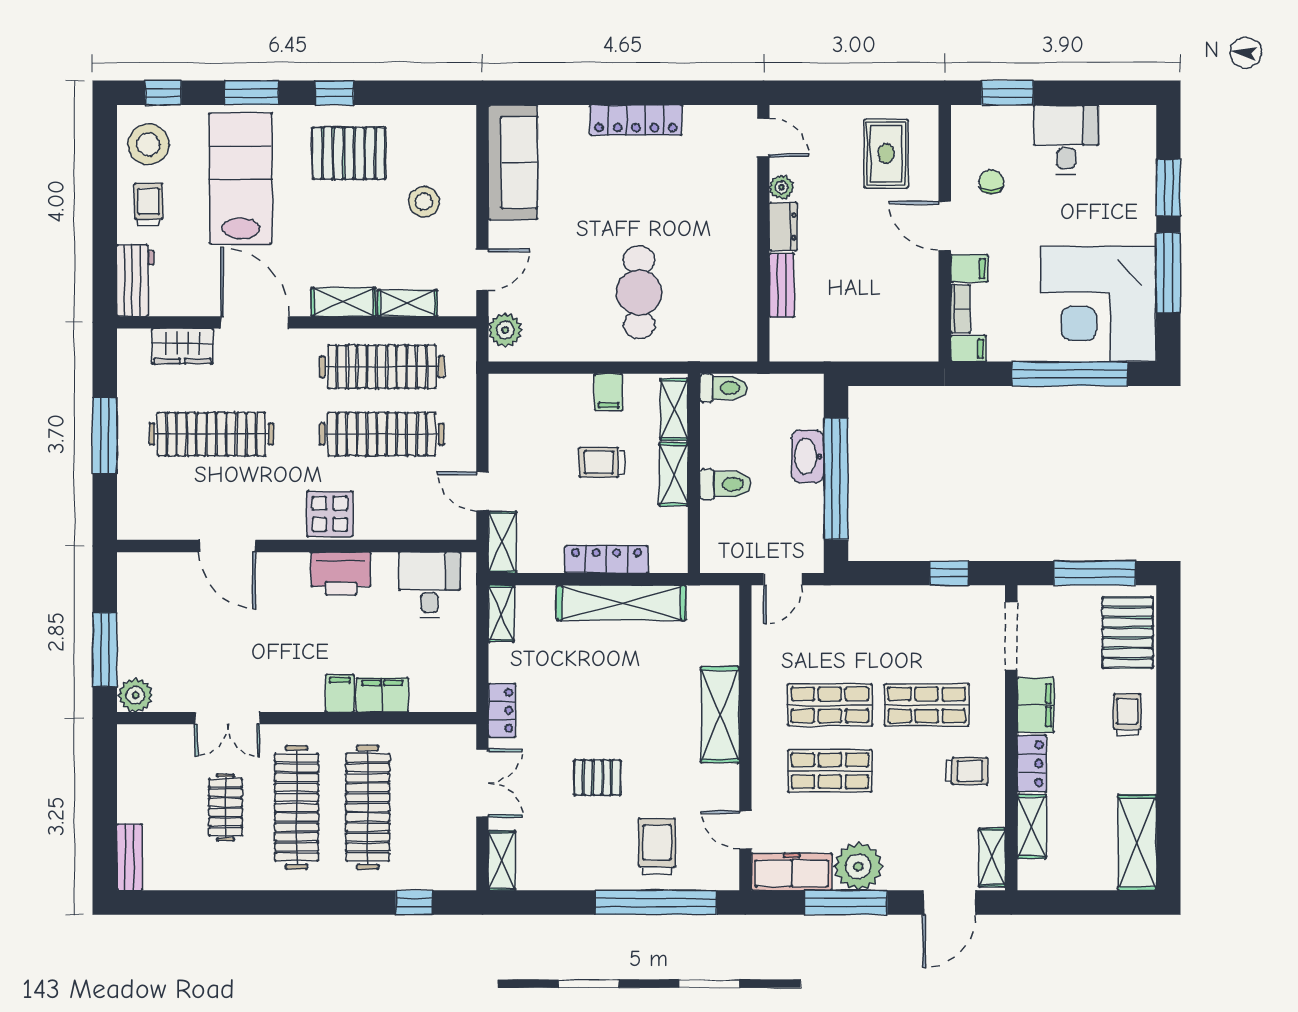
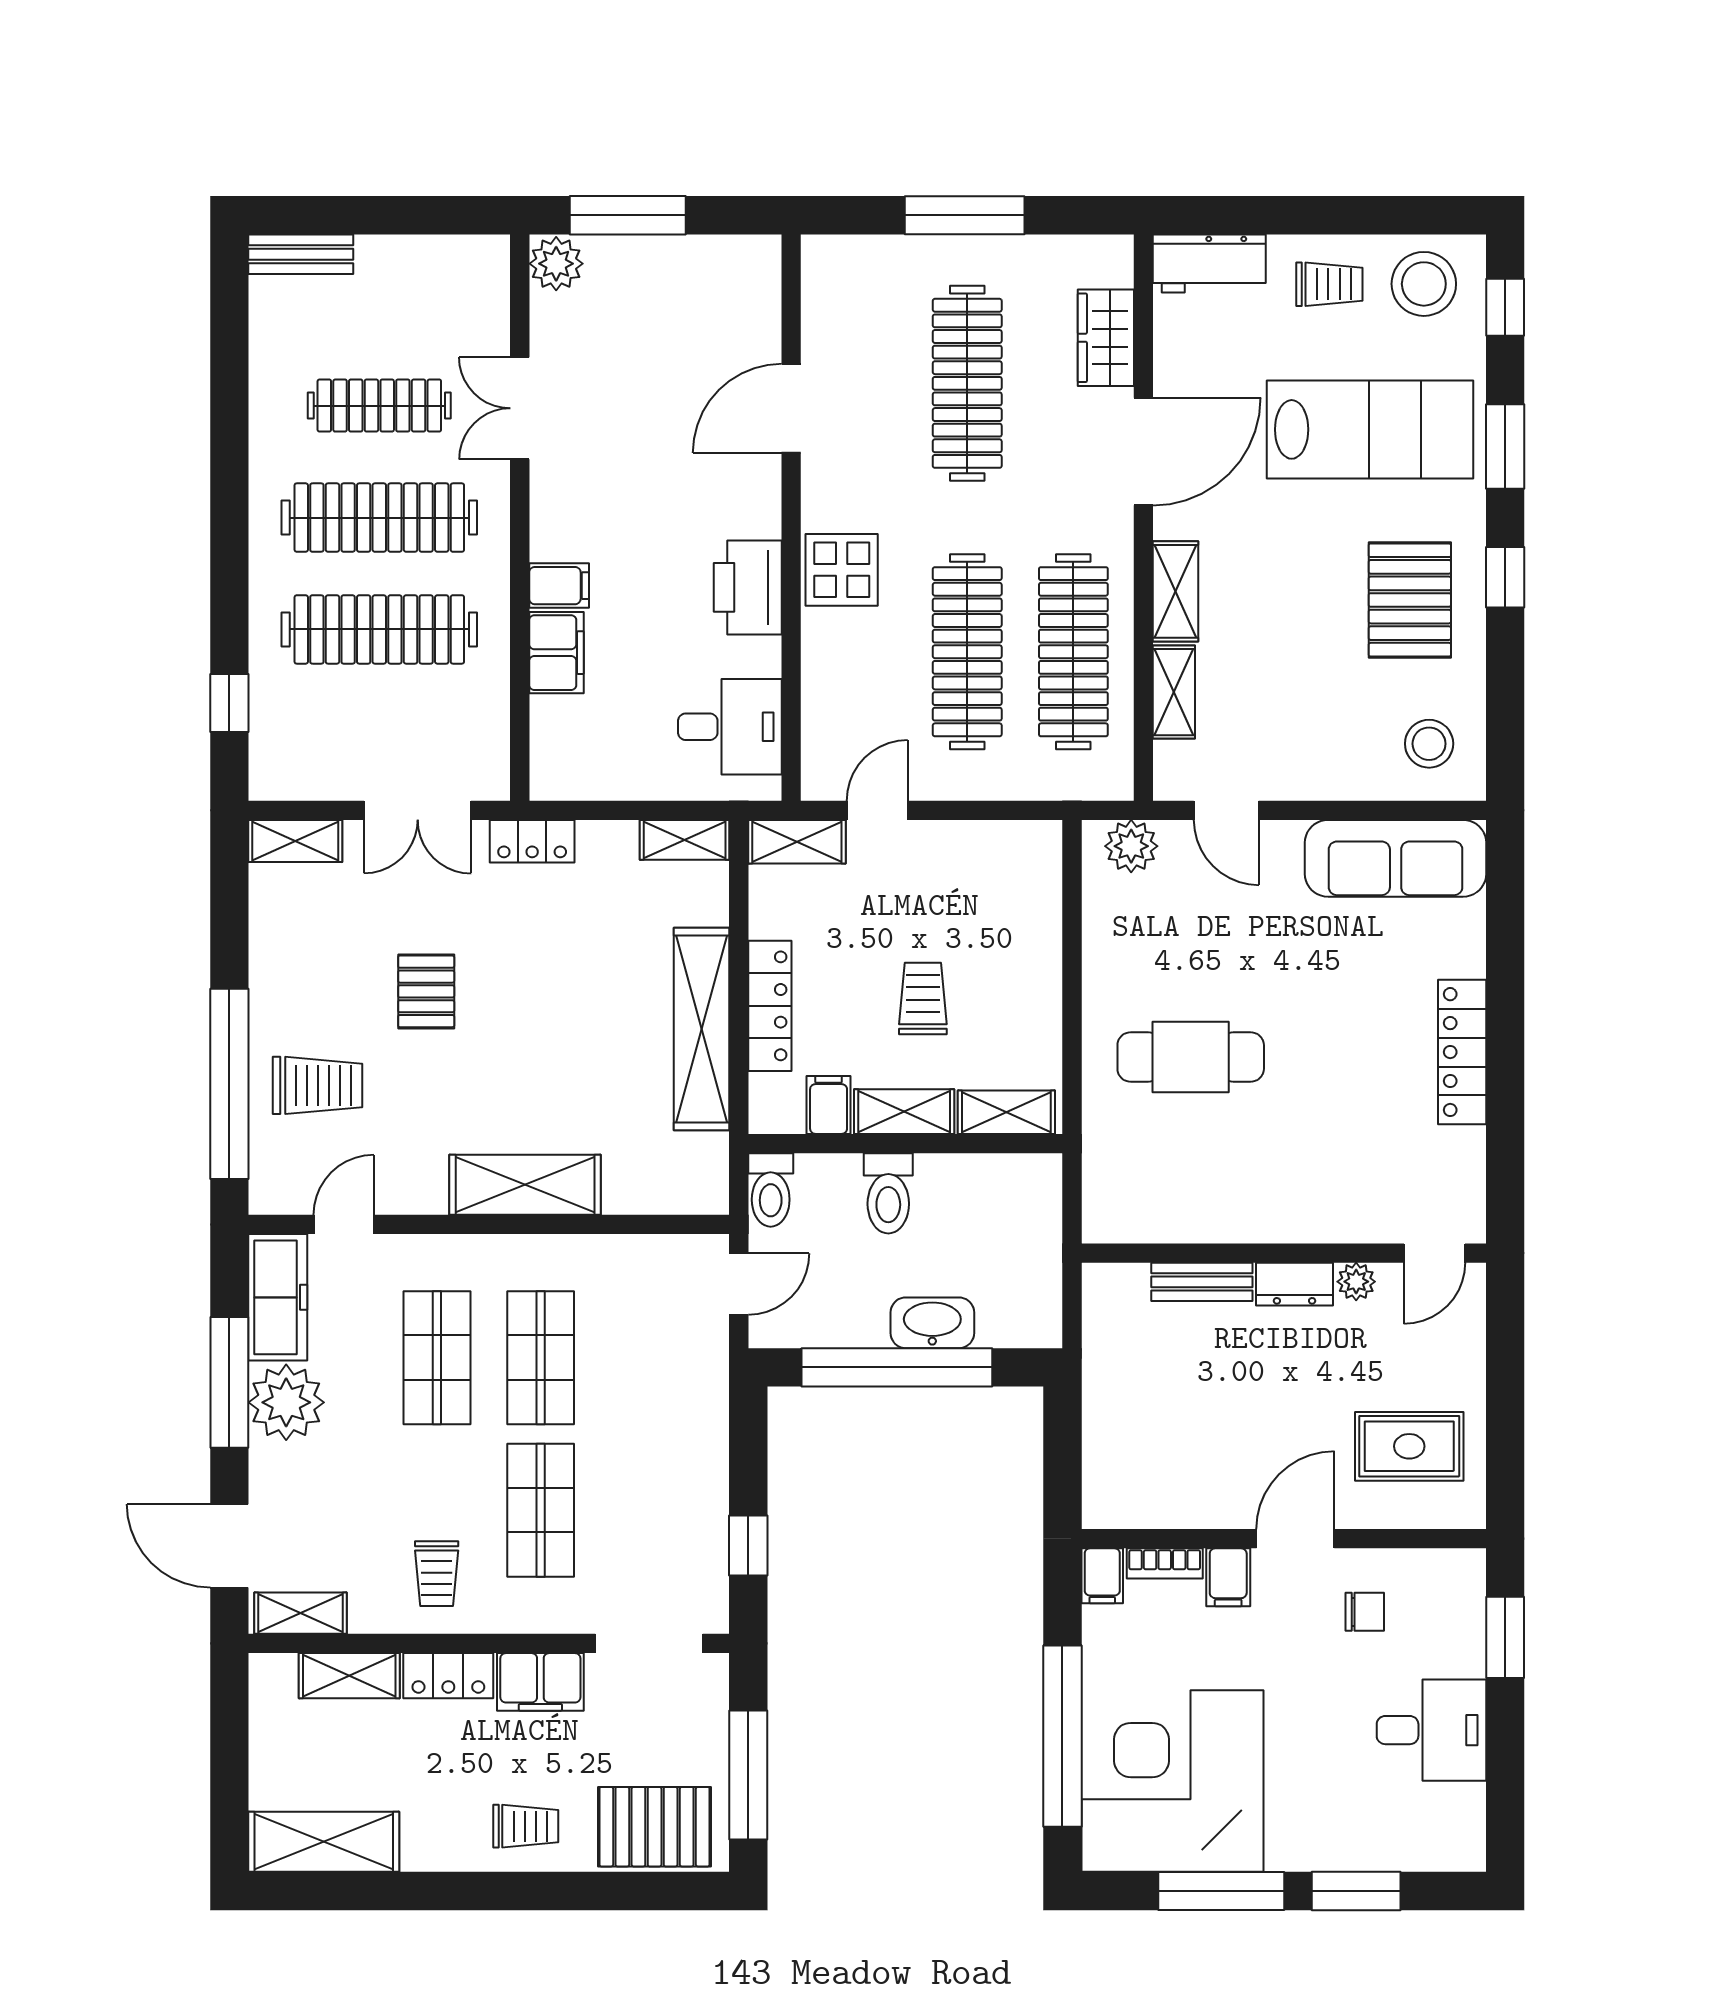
stool: (424, 202) -> (1429, 744), moved
toilet: (723, 388) -> (771, 1190), moved
filing cabinet: (609, 392) -> (829, 1105), moved, turned 90
door: (783, 579) -> (739, 1284), swing flipped
clothes rail: (226, 807) -> (379, 406), width x1.36

